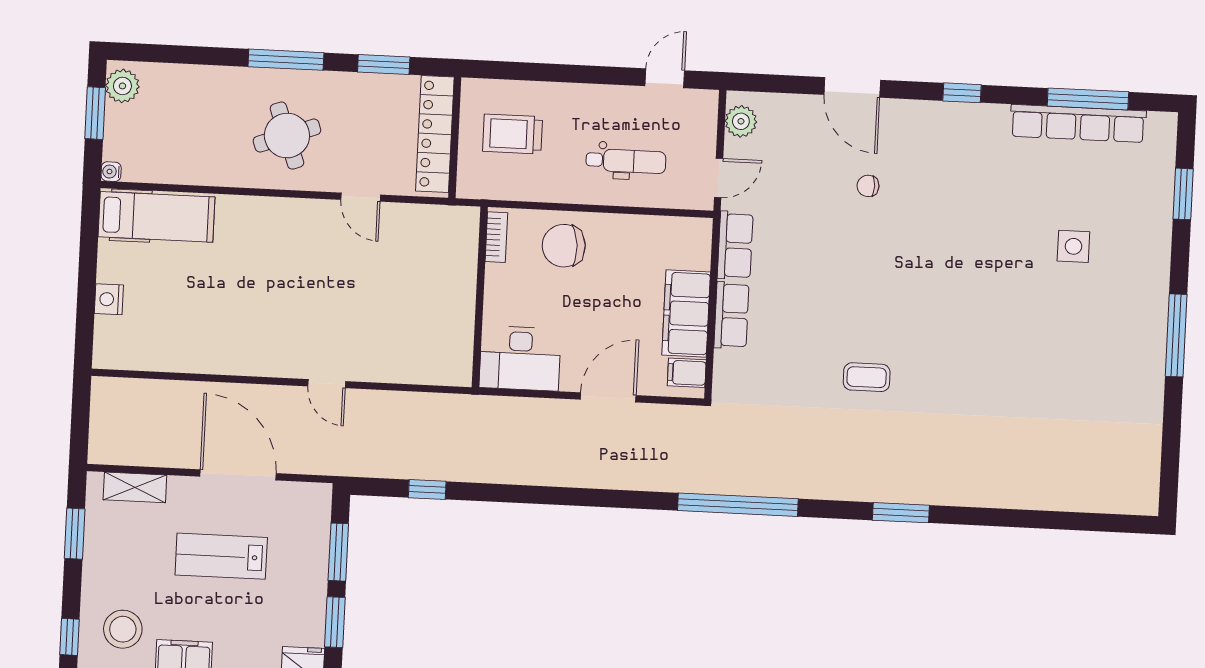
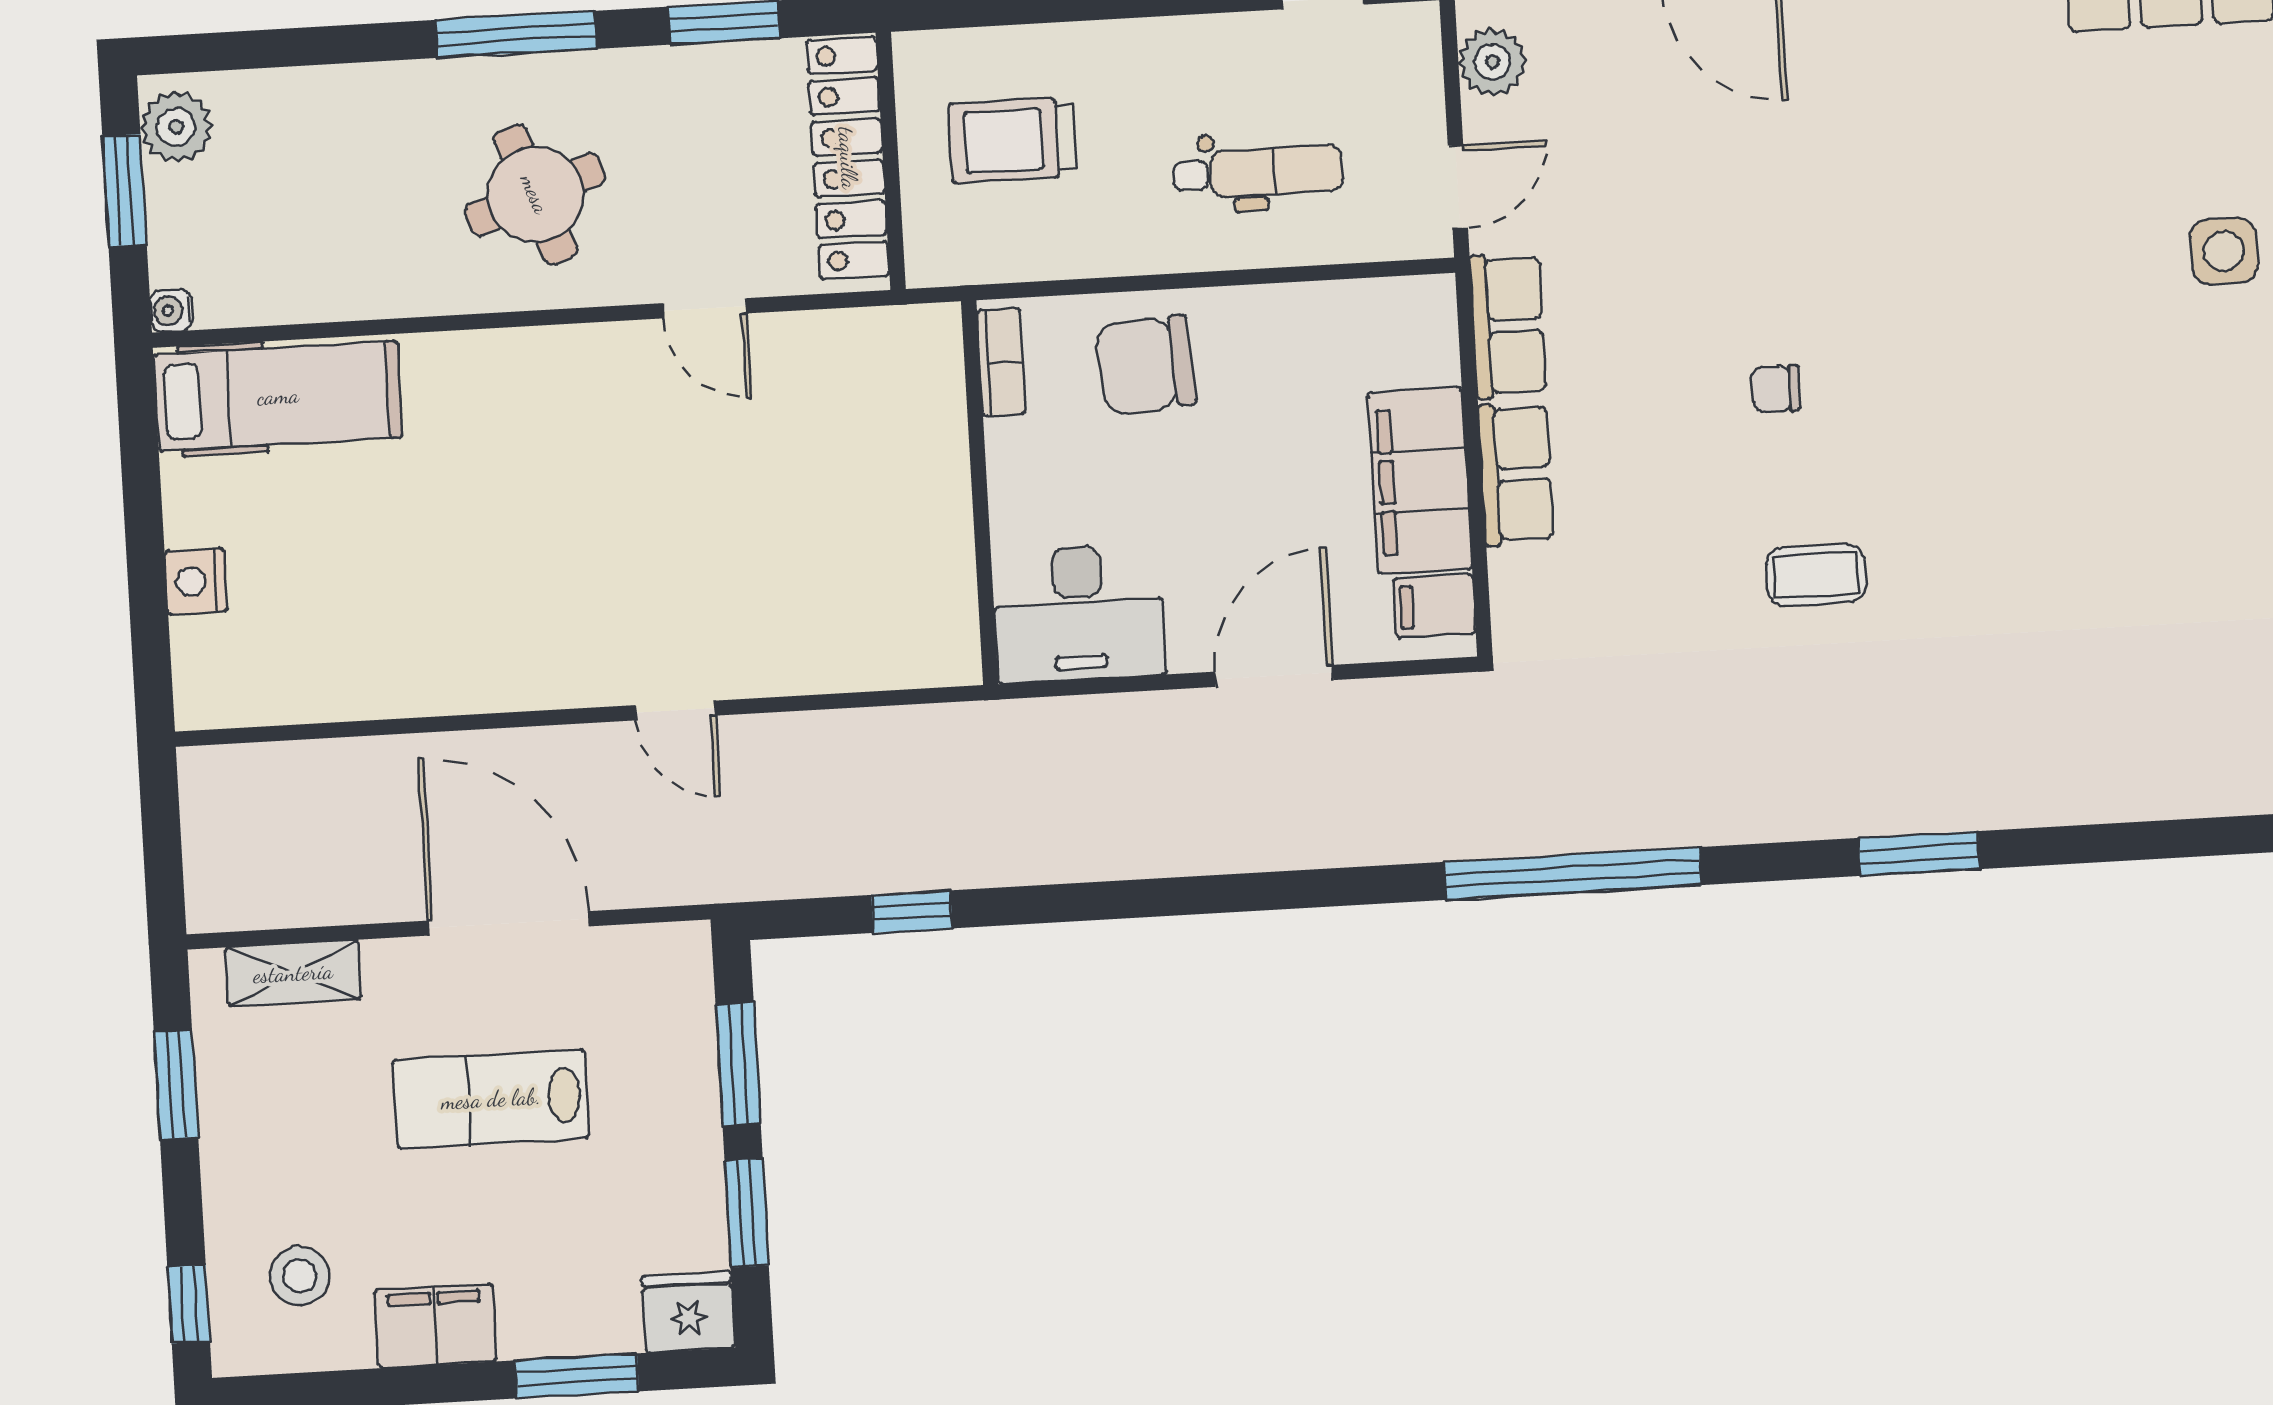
chair: (868, 186) -> (1776, 389), moved
stool: (123, 629) -> (300, 1276), width x0.73, depth x0.73

